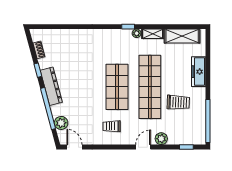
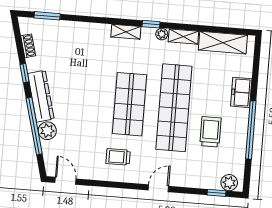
window: (51, 27) -> (47, 16), added
shelving: (110, 34) -> (126, 32), added
freezer: (199, 72) -> (241, 92), width x0.71
trolley: (178, 102) -> (211, 132), turned -92
window: (208, 121) -> (251, 130), moved
plant: (61, 123) -> (47, 131), moved
plant: (161, 139) -> (229, 183), moved

